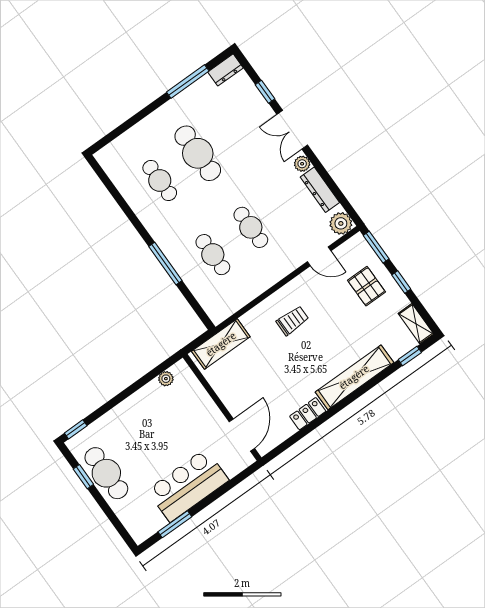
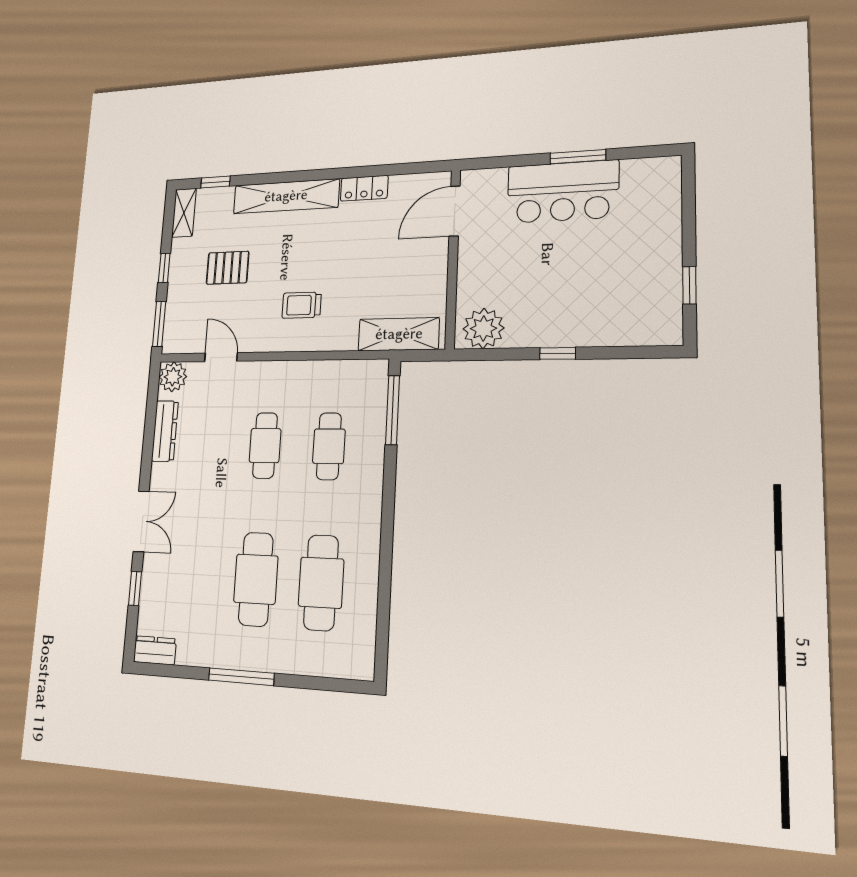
window: (188, 81) -> (241, 677), moved
plant: (302, 164) -> (160, 475), removed
cafe table: (160, 180) -> (321, 583), width x1.37, depth x1.35
window: (165, 263) -> (393, 410), moved
pallet: (367, 286) -> (228, 268), moved, turned 90
plant: (166, 379) -> (483, 328), width x1.88, depth x1.88
window: (76, 429) -> (558, 353), moved
cafe table: (106, 473) -> (655, 271), removed
window: (175, 524) -> (578, 157), moved

